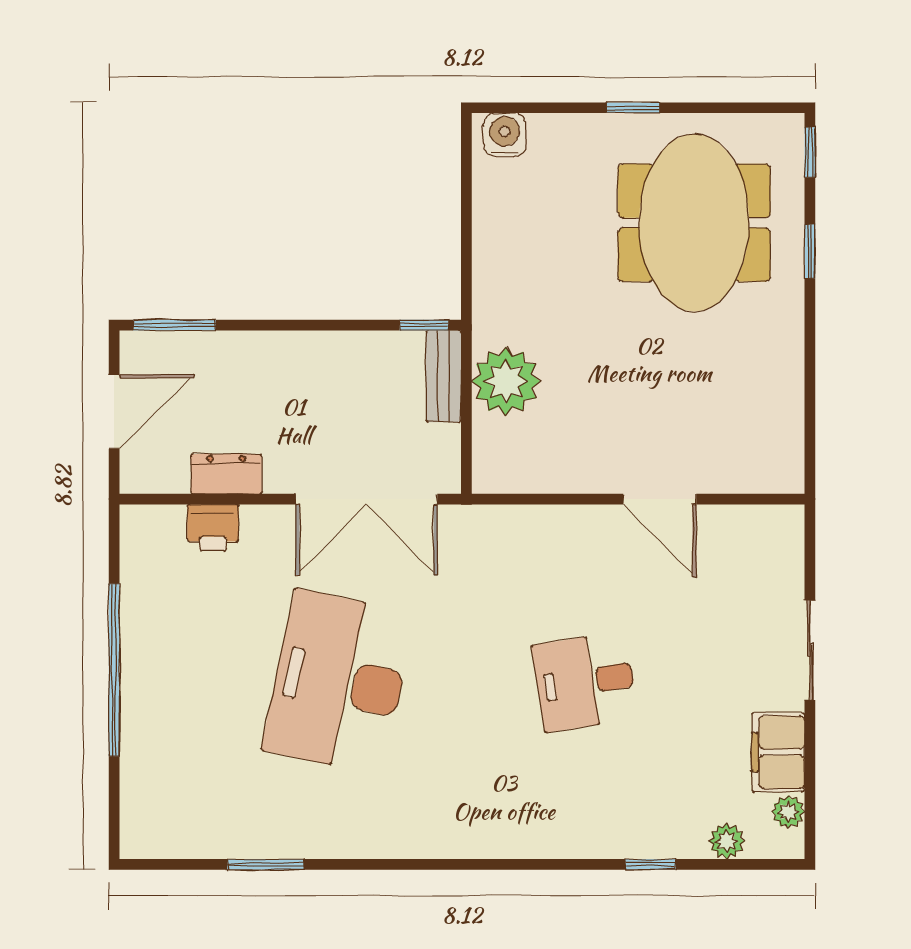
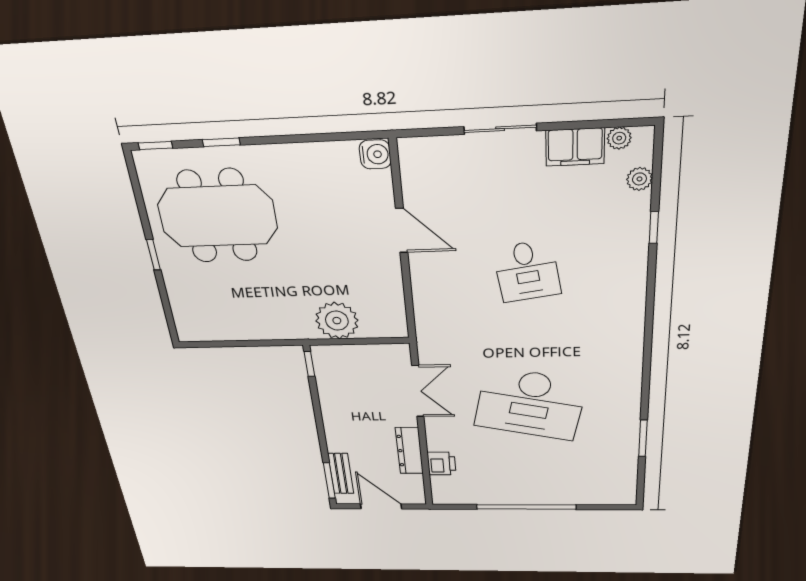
water cooler: (505, 135) -> (375, 154), moved, turned 180
bench: (444, 376) -> (341, 474), moved, turned 90
dresser: (226, 474) -> (409, 451), width x1.44
double door: (367, 499) -> (418, 391), width x0.73
door: (660, 499) -> (402, 230), hinge flipped

